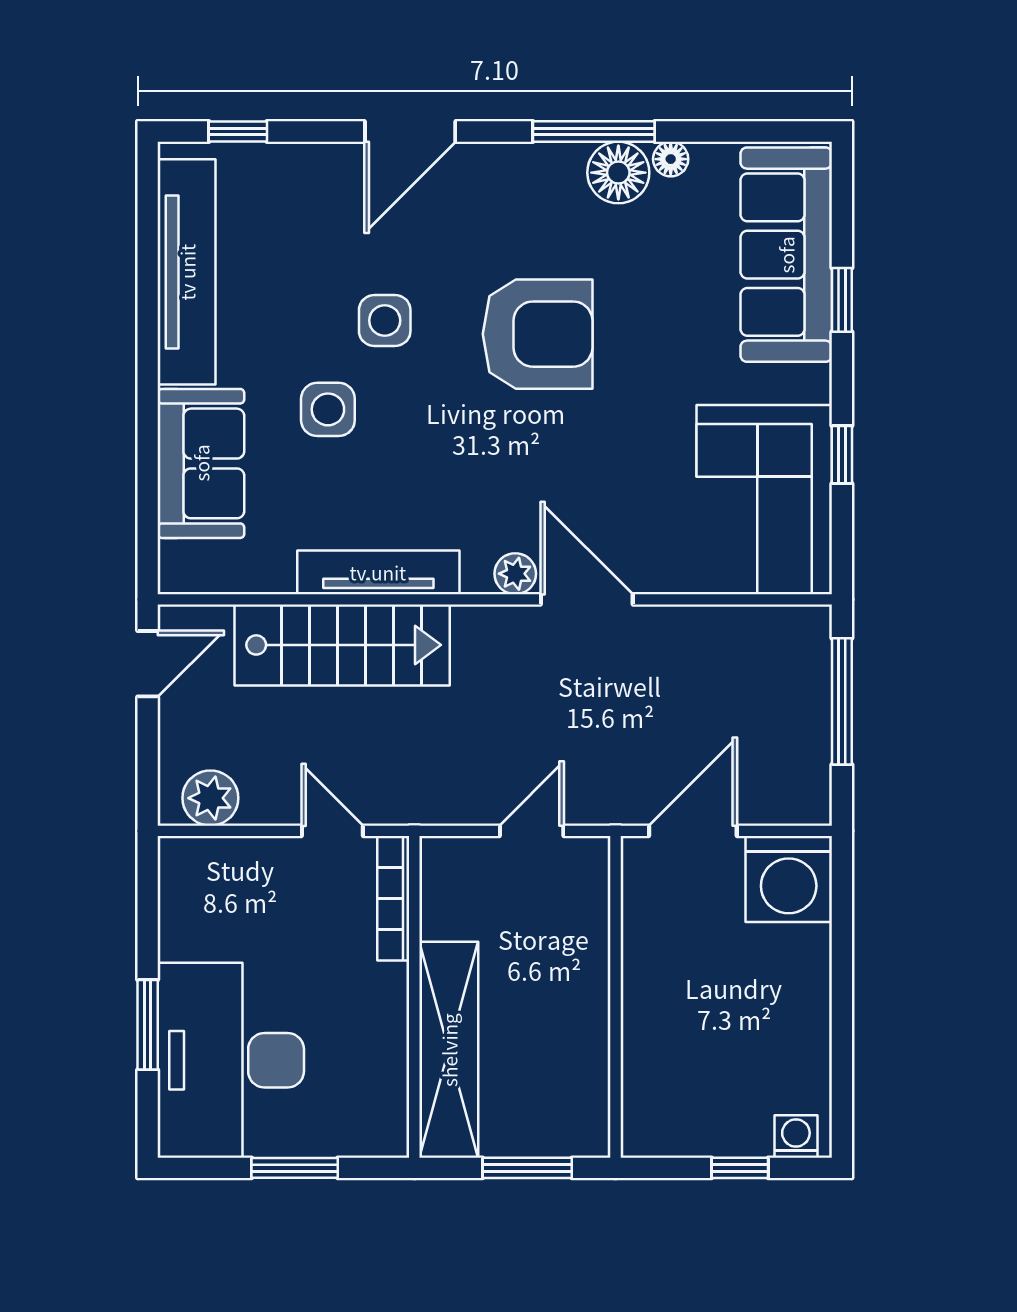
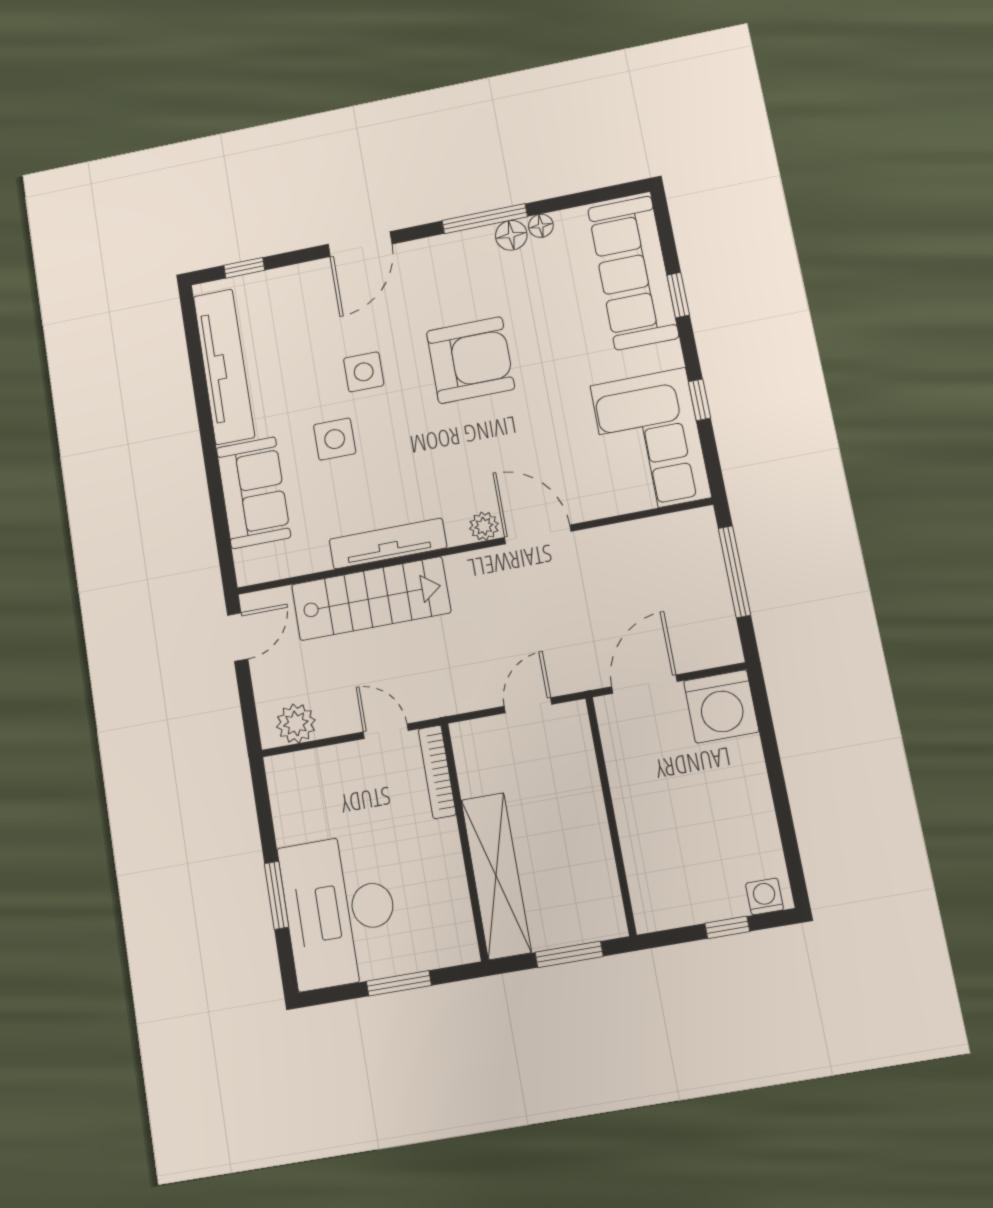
floor lamp: (618, 173) -> (511, 235), width x0.73, depth x0.73

